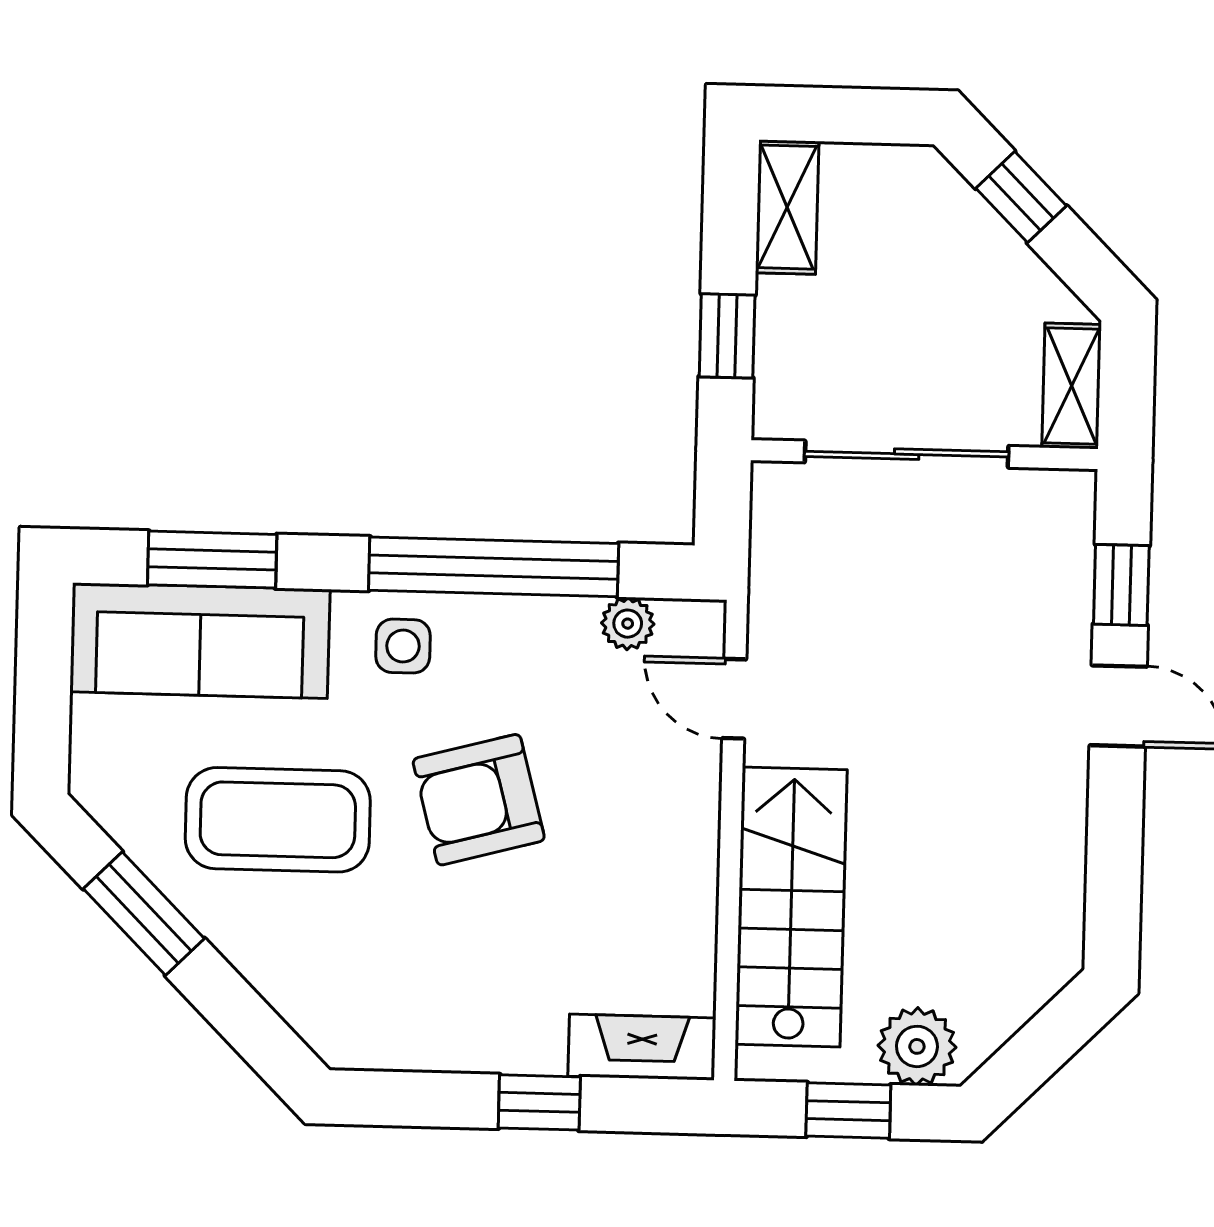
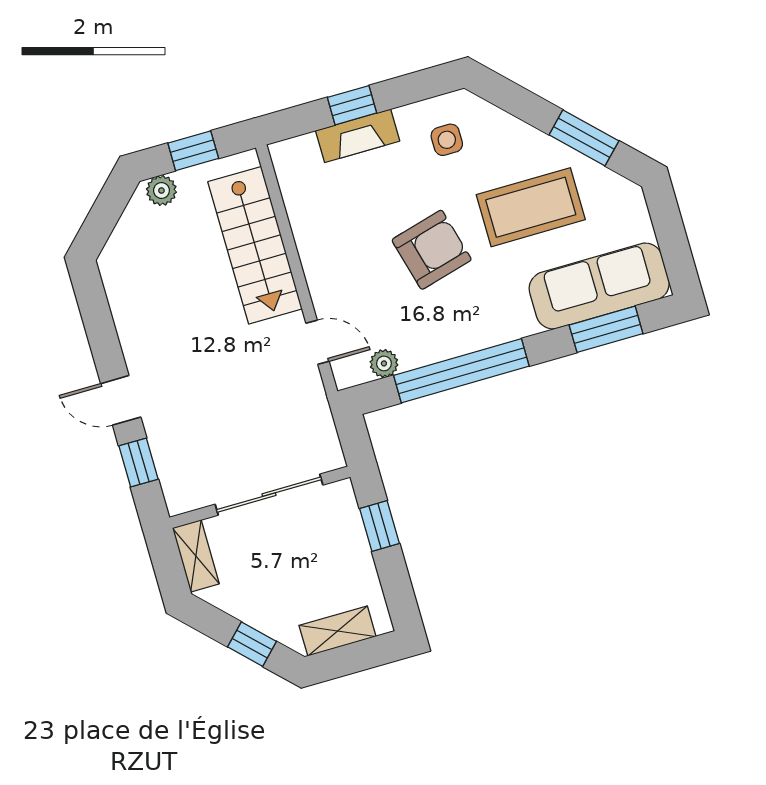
shelving: (787, 207) -> (338, 631), moved, turned 90
side table: (403, 646) -> (447, 140), moved
plant: (917, 1046) -> (161, 190), width x0.73, depth x0.73
fireplace: (642, 1047) -> (358, 136), moved

